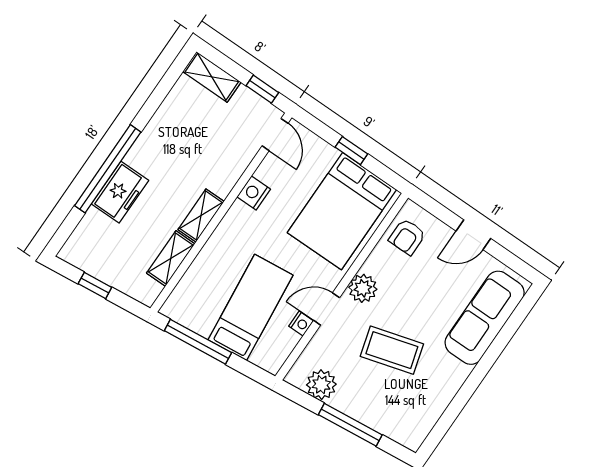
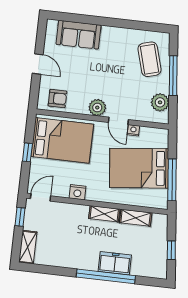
bed: (251, 308) -> (139, 168), width x1.50
sofa: (485, 318) -> (79, 35), width x0.73
coffee table: (392, 350) -> (149, 59), moved

